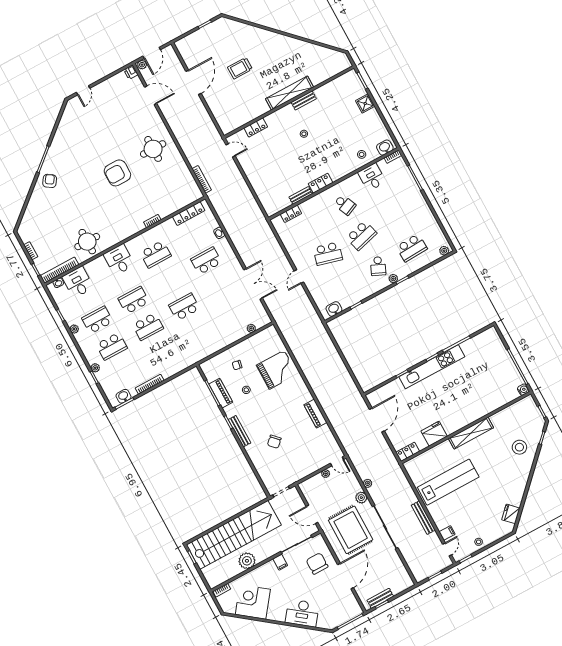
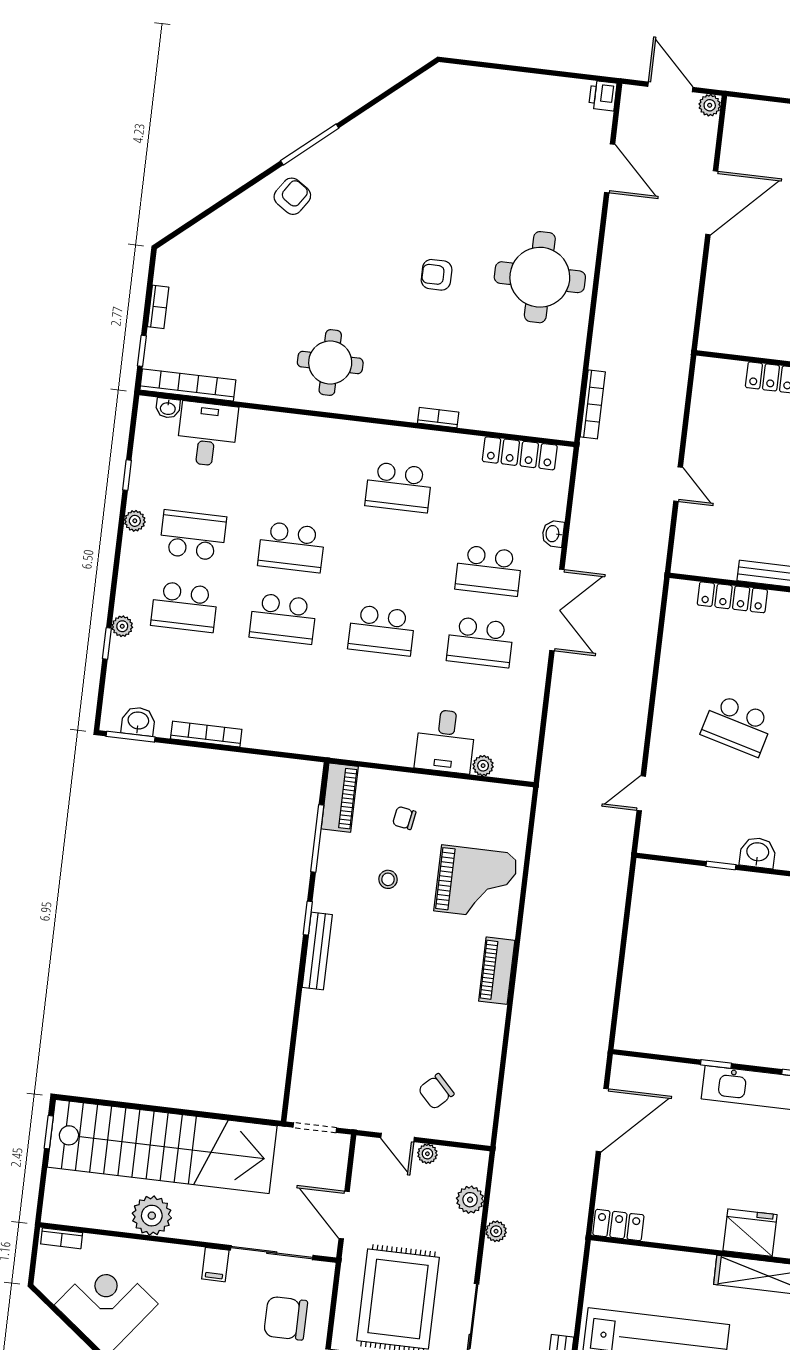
door: (152, 53) -> (670, 87), swing flipped
plant: (142, 65) -> (710, 105), moved
door: (83, 90) -> (484, 65), removed
round table: (153, 149) -> (540, 277), width x1.36, depth x1.36
door: (230, 150) -> (678, 484), moved
armchair: (117, 173) -> (437, 275), width x0.53, depth x0.53
locker: (291, 214) -> (732, 597), width x1.53
round table: (87, 242) -> (330, 363), moved
desk: (119, 260) -> (445, 741), moved, turned 180
school desk: (206, 261) -> (489, 571), turned 180
door: (299, 276) -> (641, 793), moved
double door: (253, 284) -> (557, 610), moved
school desk: (221, 287) -> (480, 642), added
school desk: (134, 300) -> (291, 547), turned 180
school desk: (184, 307) -> (382, 630), turned 180
washbasin: (334, 309) -> (758, 853), moved
piano: (221, 393) -> (340, 798), moved
piano: (315, 414) -> (497, 971), moved
fridge: (434, 434) -> (750, 1233), moved
chair: (274, 442) -> (436, 1091), moved
door: (337, 461) -> (398, 1137), moved
plant: (361, 498) -> (470, 1200), moved
chair: (317, 563) -> (286, 1318), turned -90

